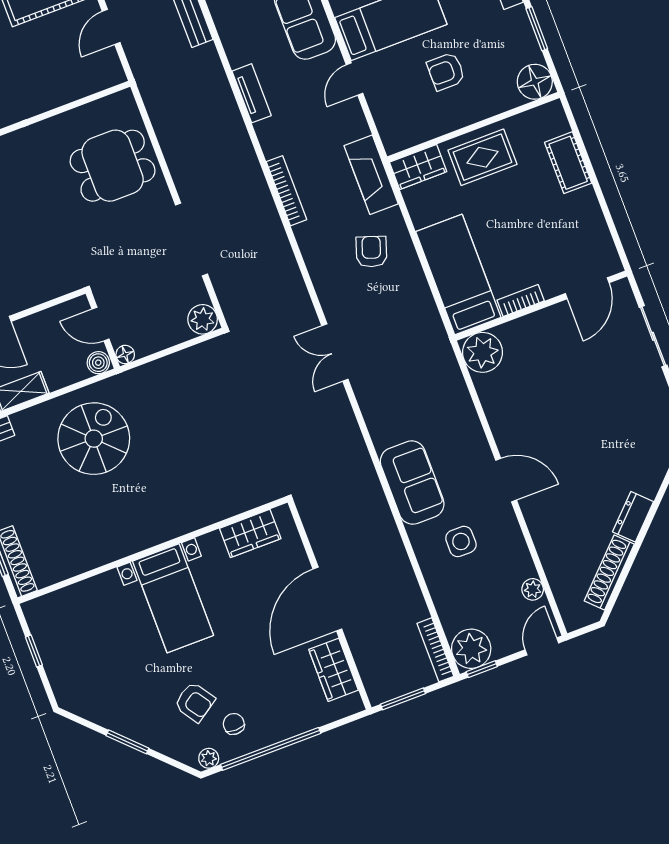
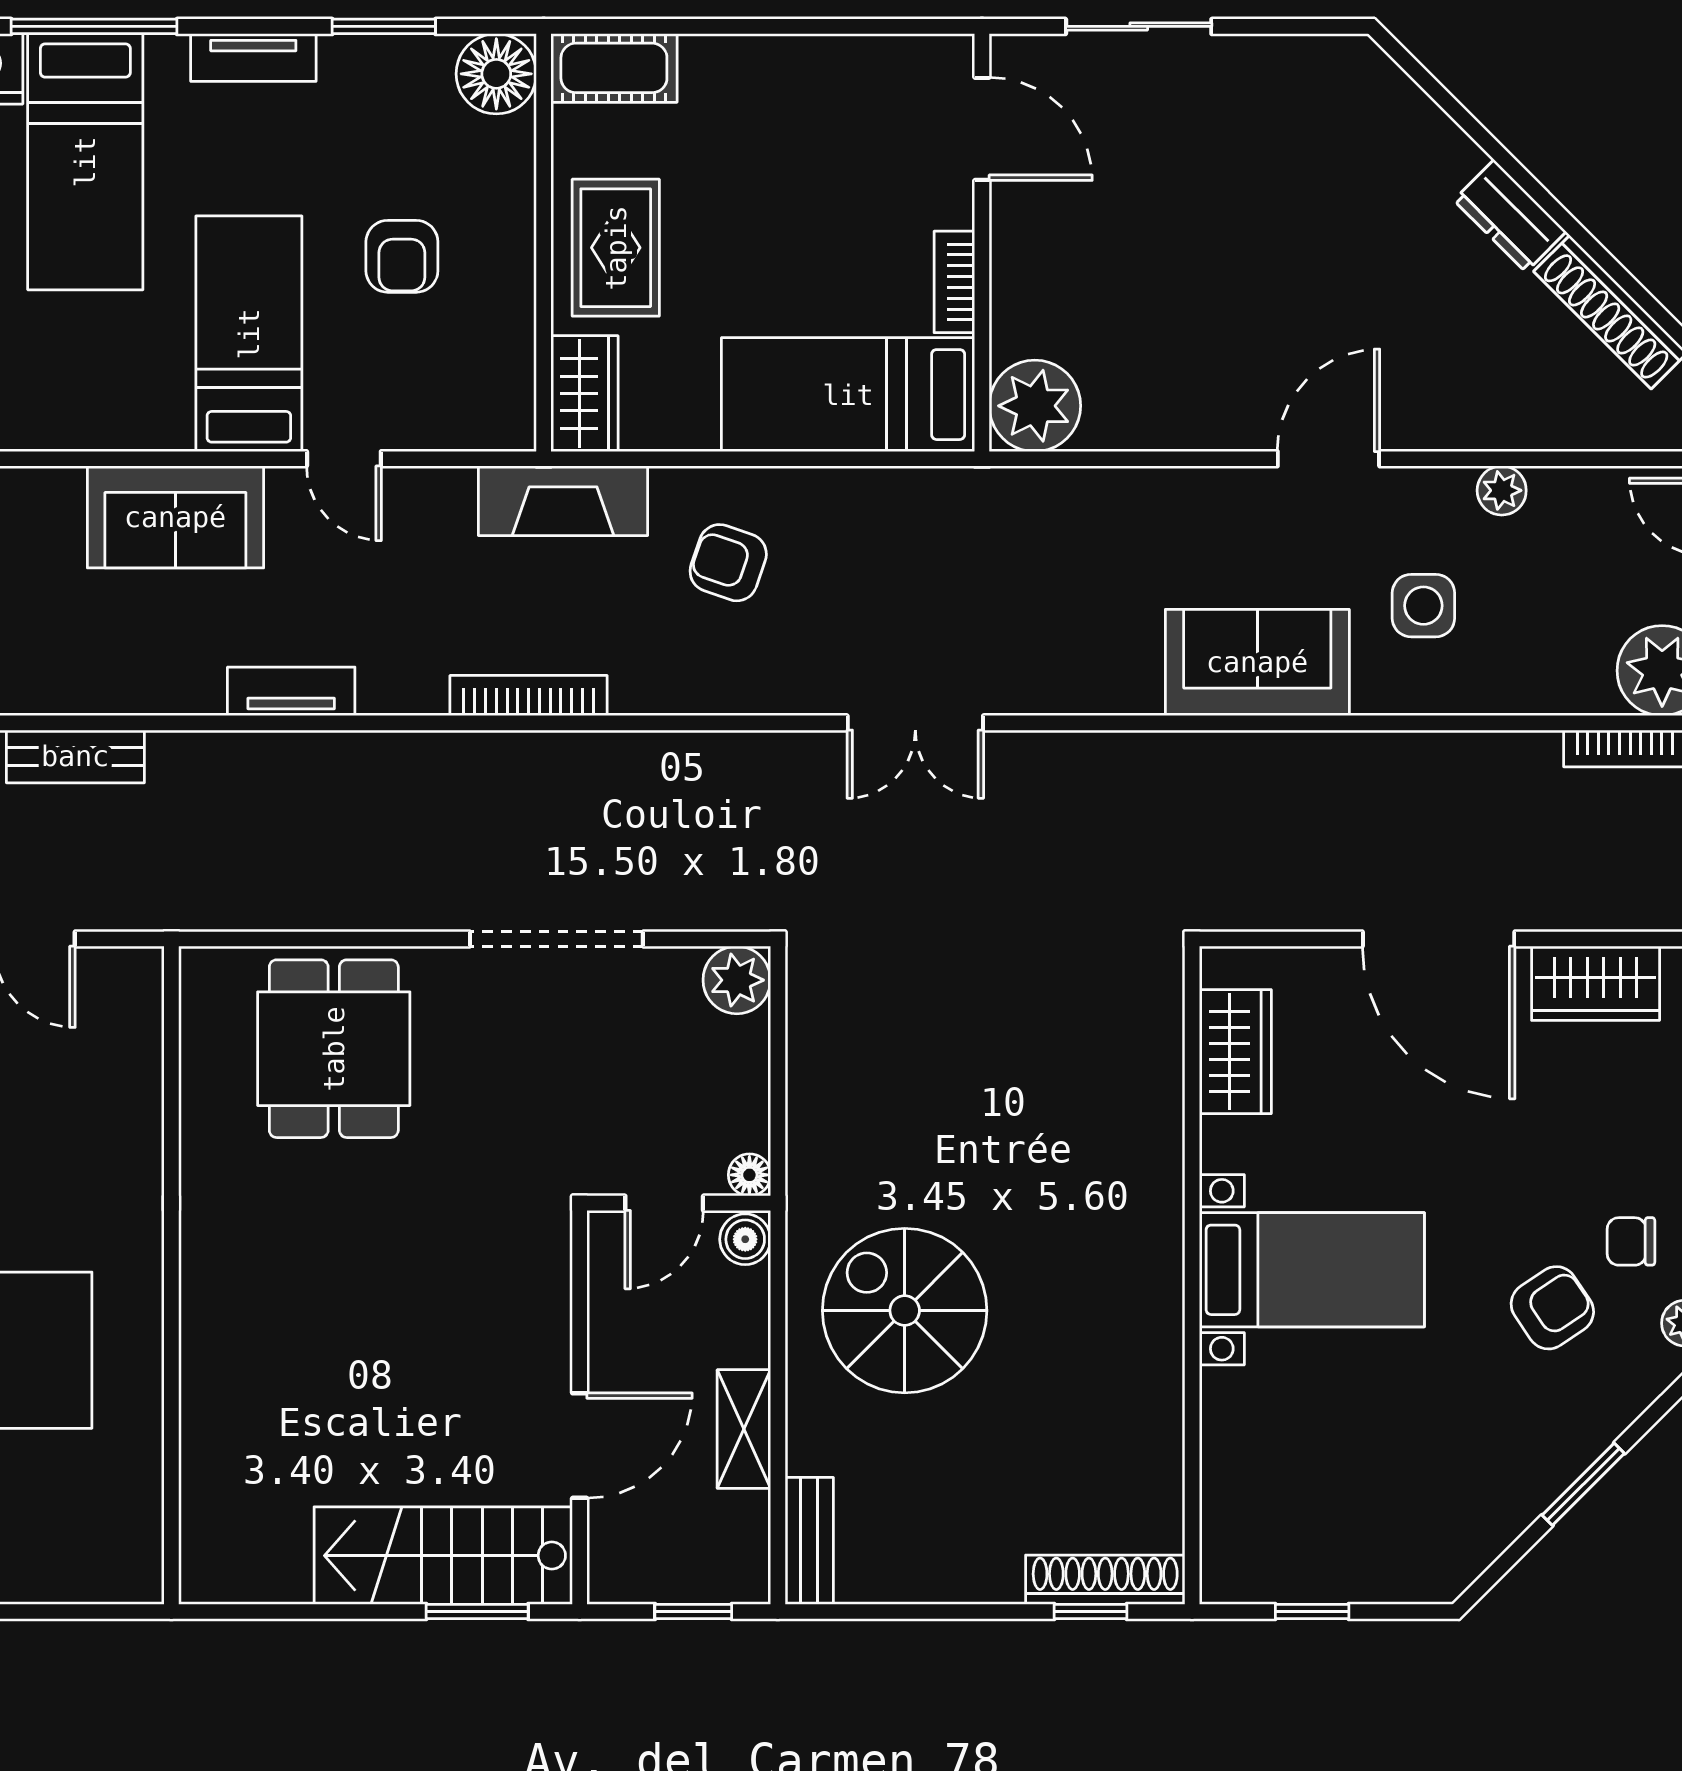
cot: (568, 163) -> (614, 68), moved
plant: (533, 589) -> (1502, 490), moved

